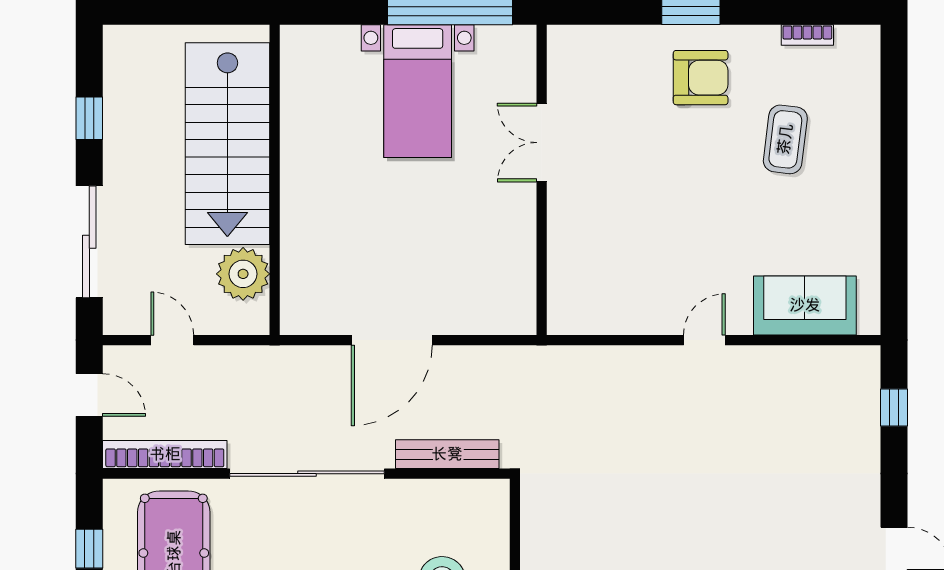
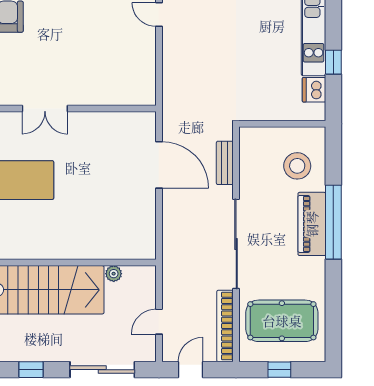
plant: (243, 274) -> (114, 274), width x0.53, depth x0.53
door: (392, 340) -> (159, 165), moved
bench: (447, 454) -> (225, 163), width x0.73

